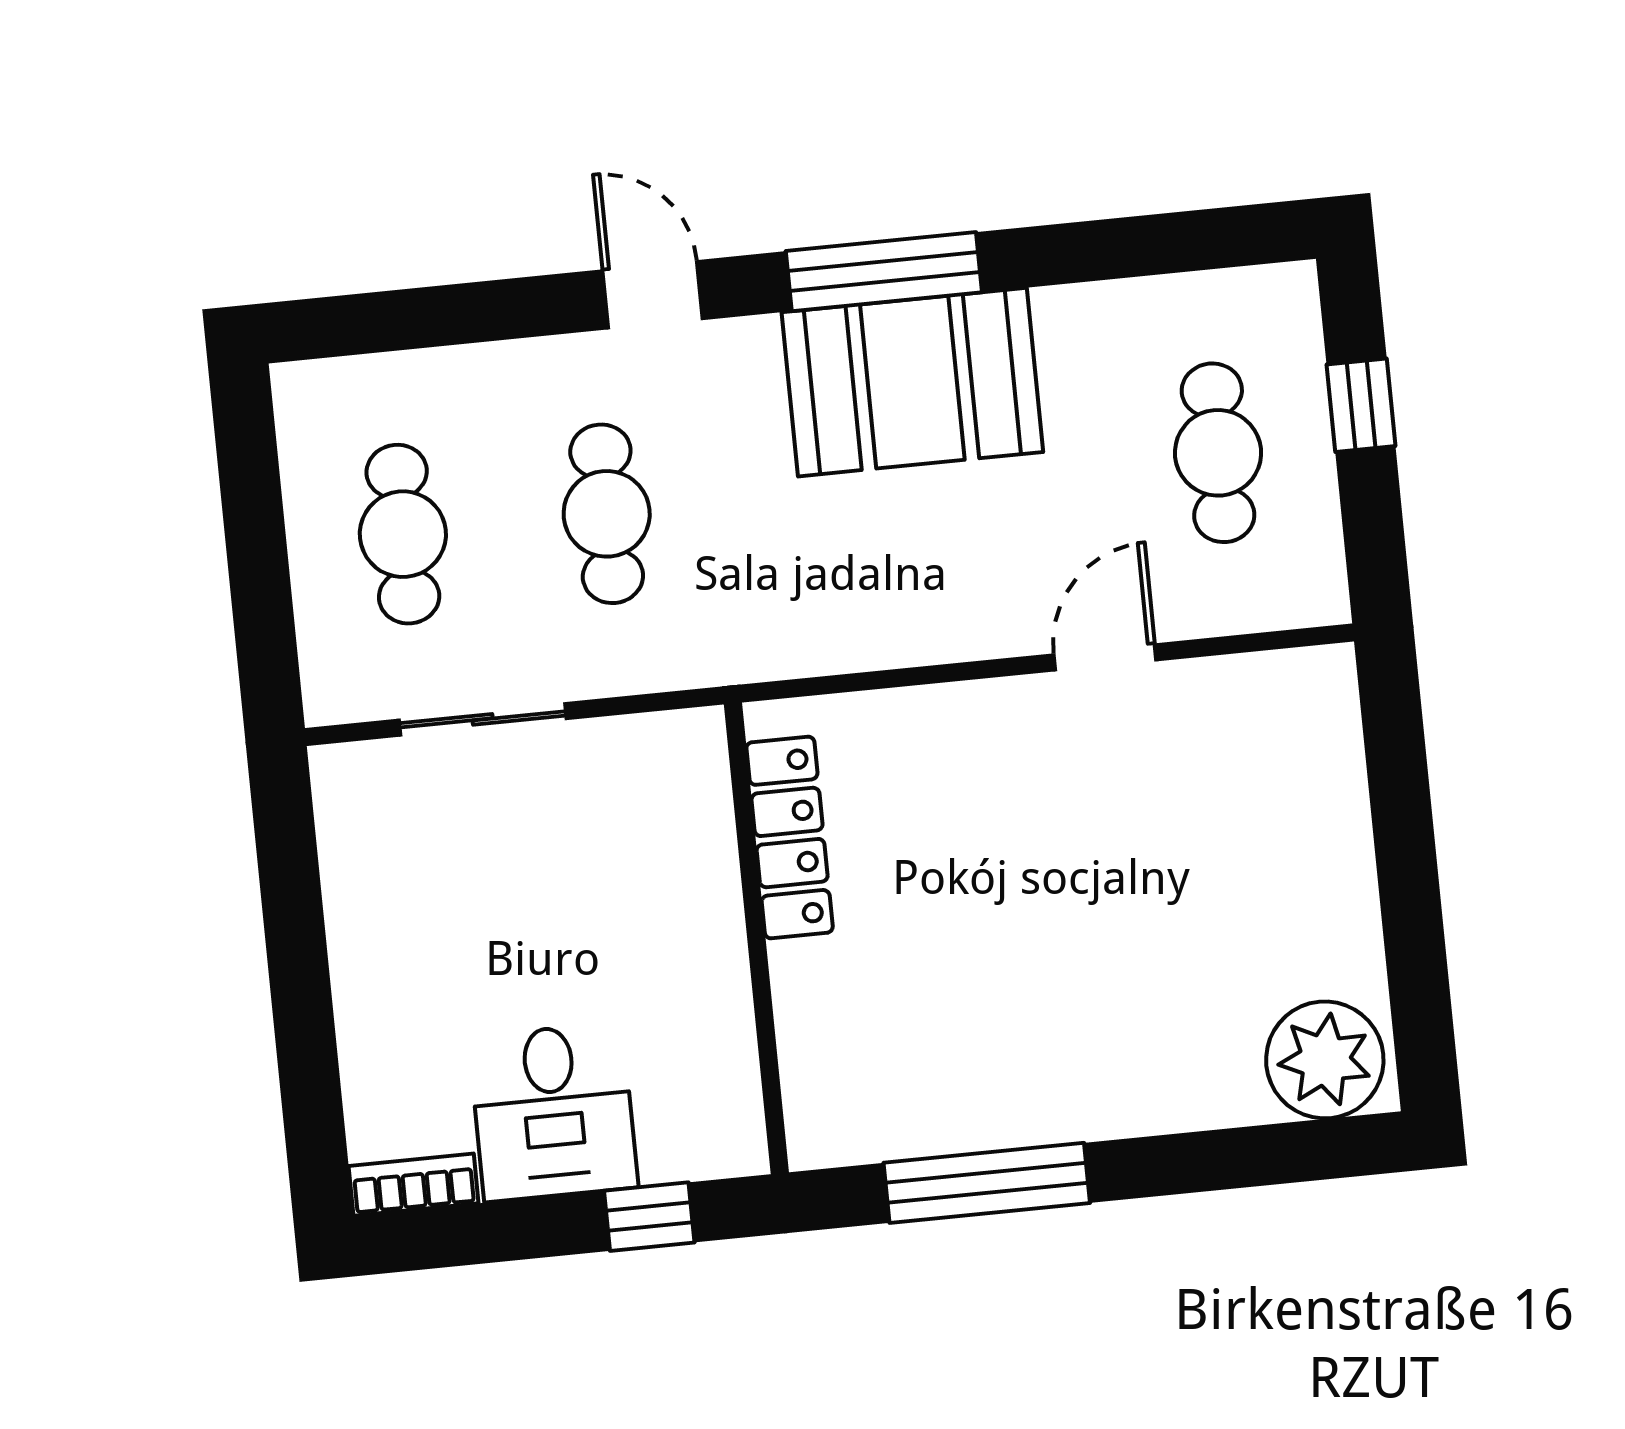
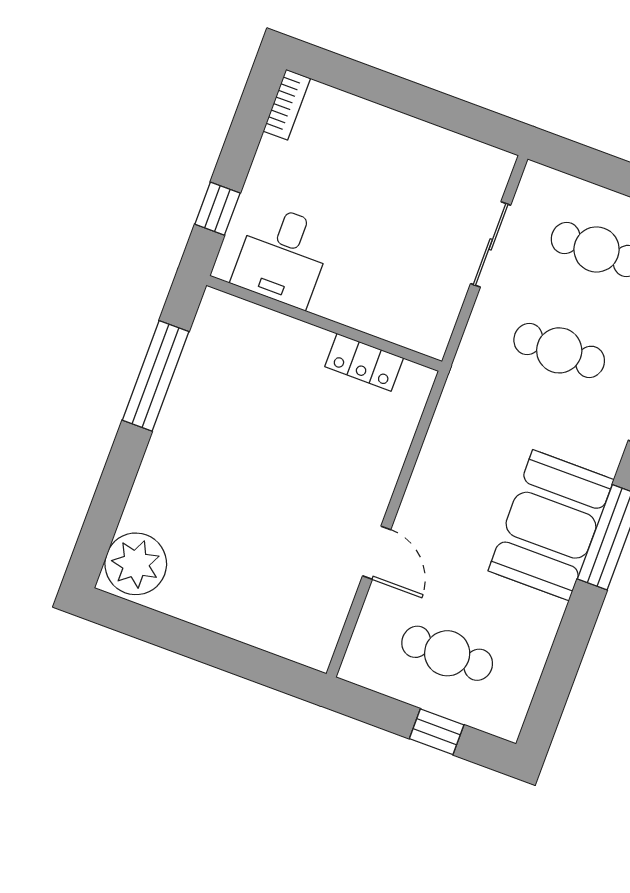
locker: (790, 837) -> (364, 362), width x0.66
desk: (553, 1112) -> (283, 256), moved, turned -90

